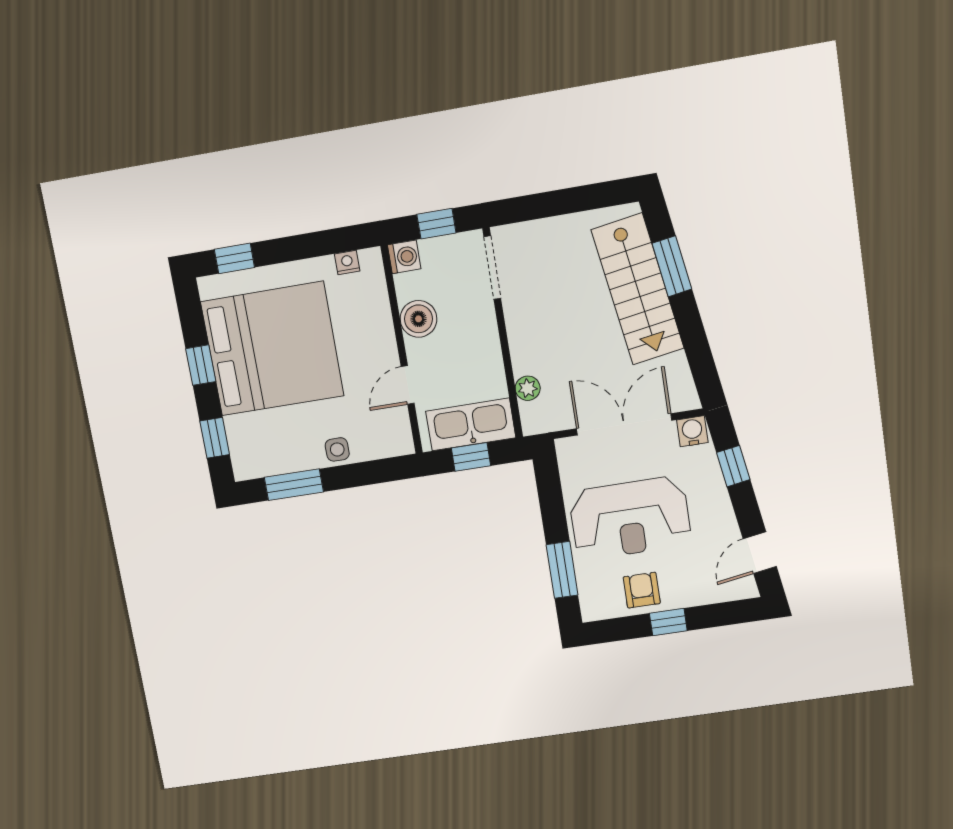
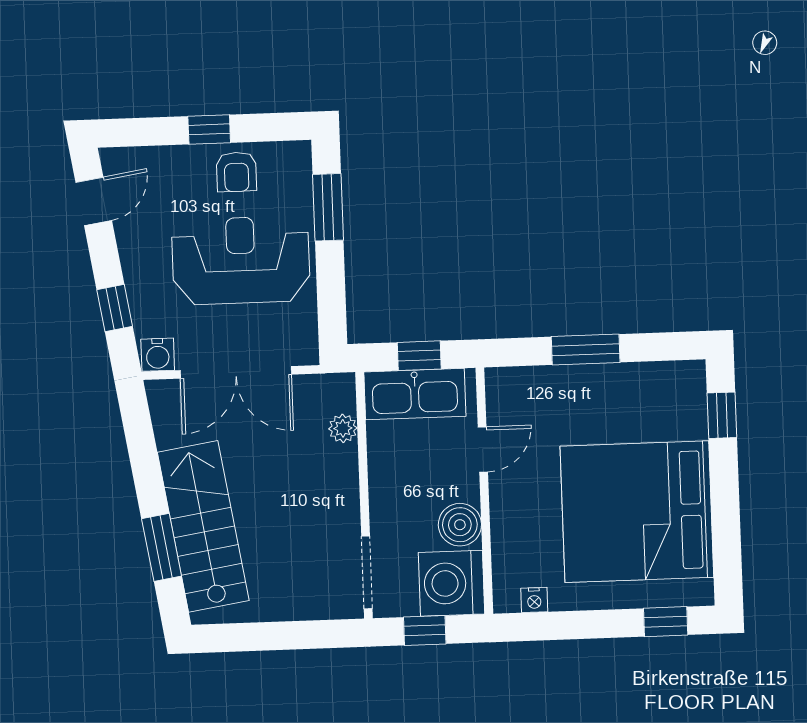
washing machine: (404, 257) -> (451, 583), width x1.89, depth x1.89
window: (201, 365) -> (725, 503), removed
side table: (337, 449) -> (577, 384), removed
window: (294, 485) -> (586, 350), moved

